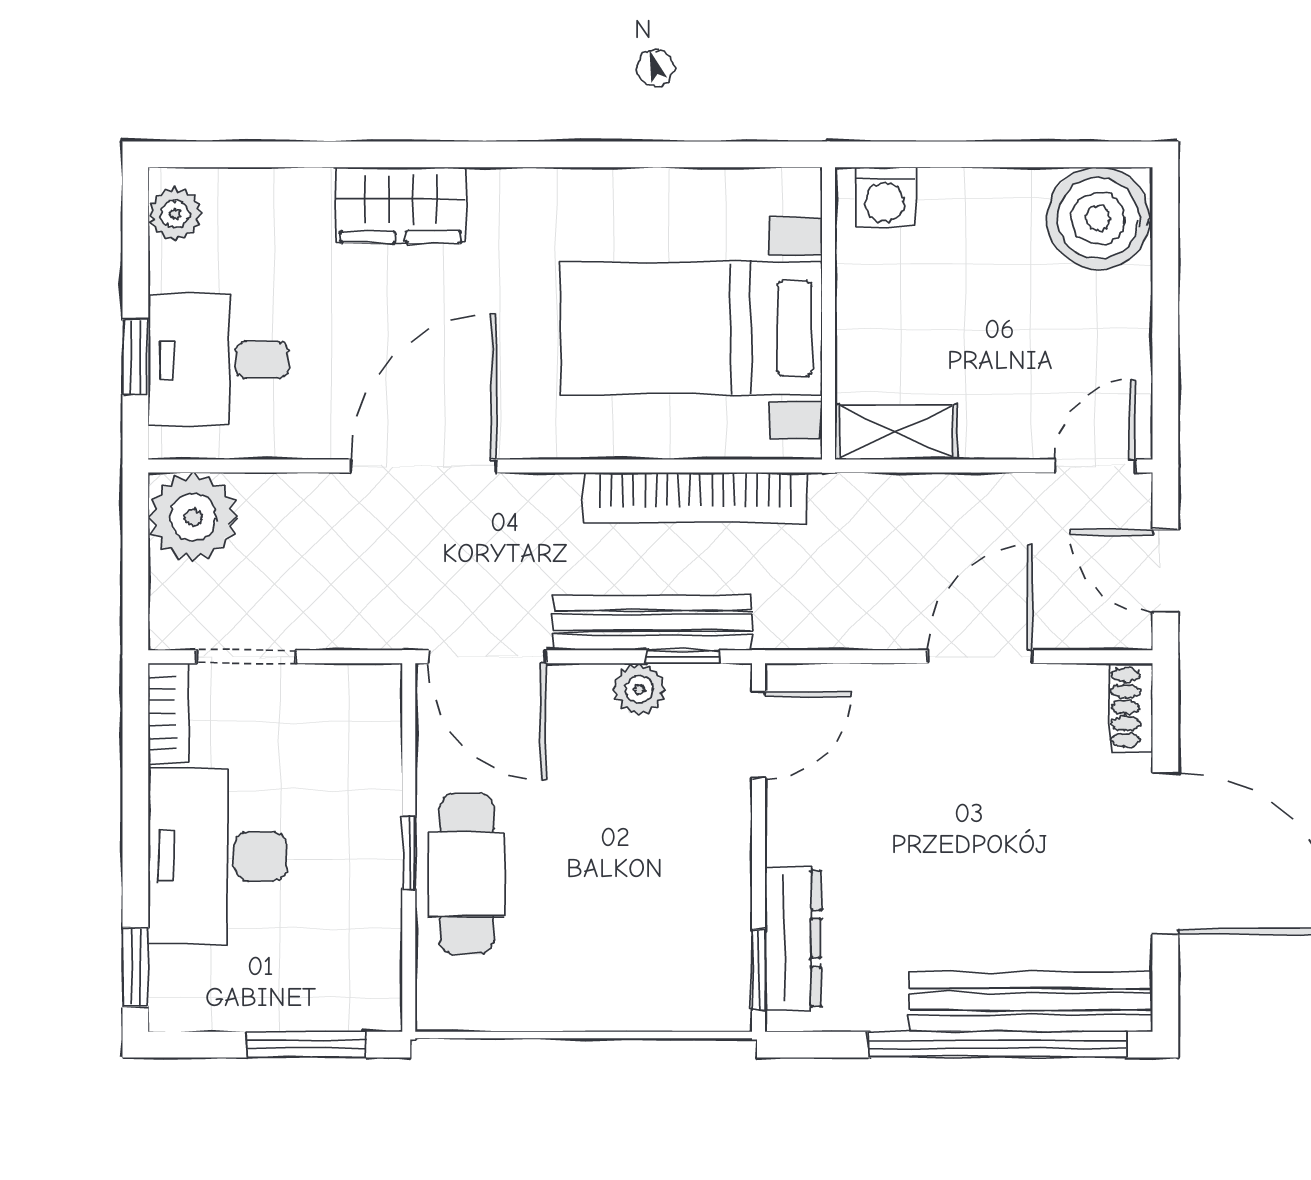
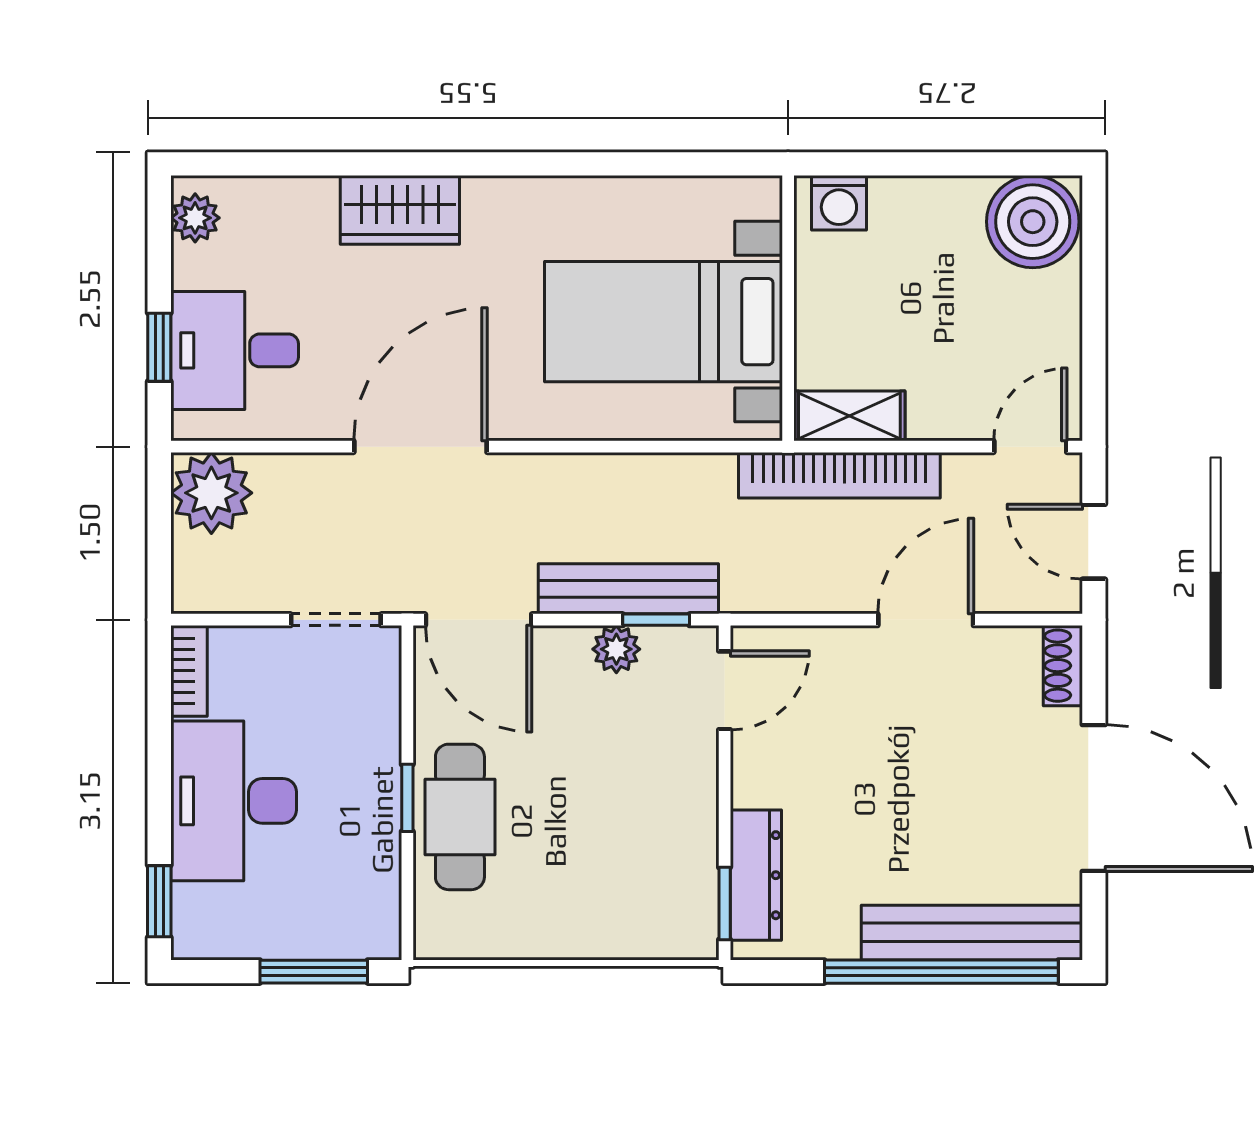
bookcase: (695, 498) -> (839, 475), moved
doorway: (246, 657) -> (336, 620), moved

